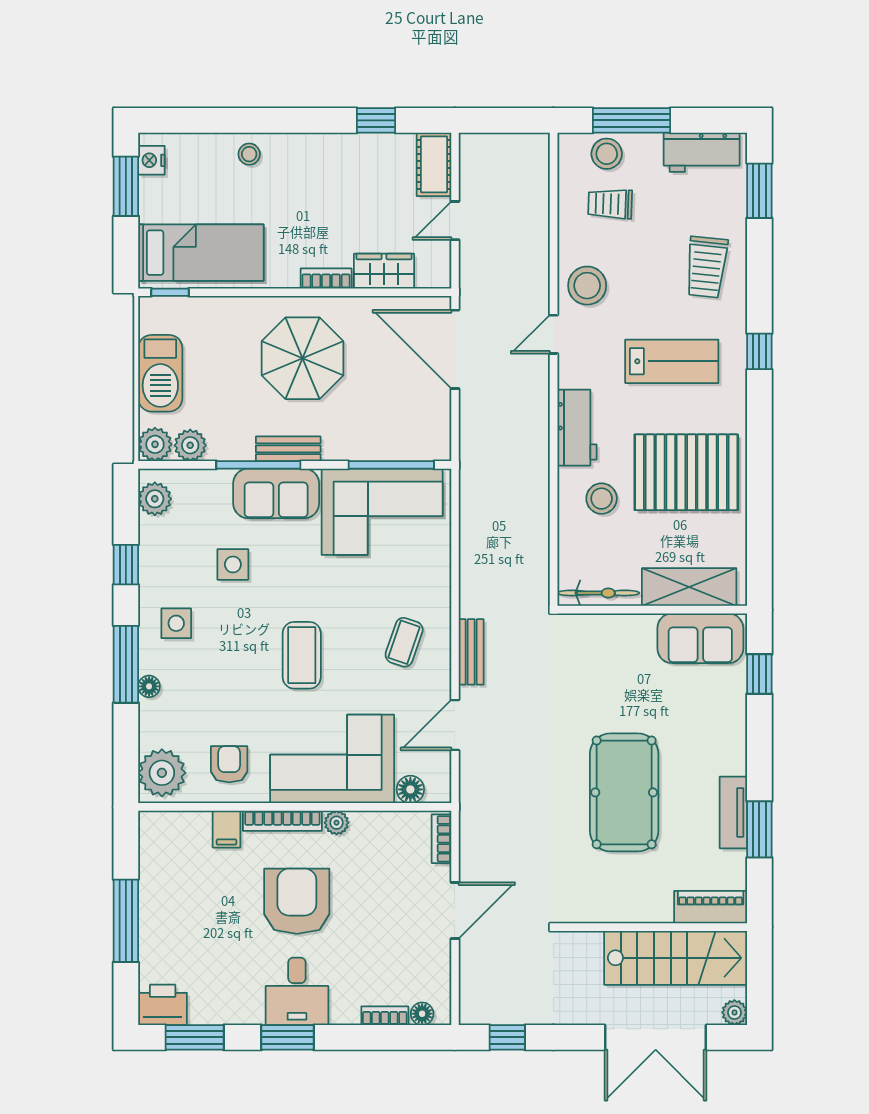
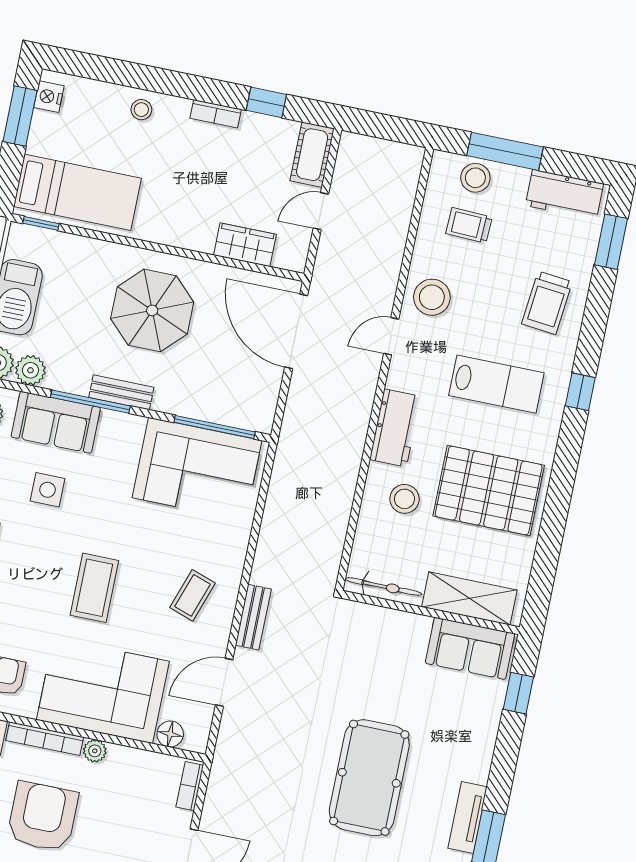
bookcase: (326, 278) -> (216, 114), moved, turned 180
sofa: (276, 493) -> (56, 422), moved

